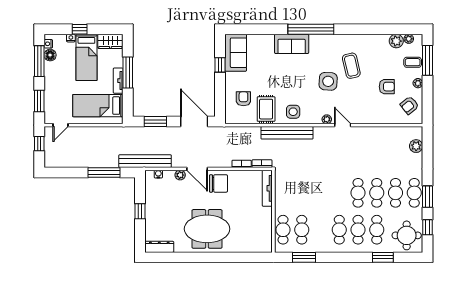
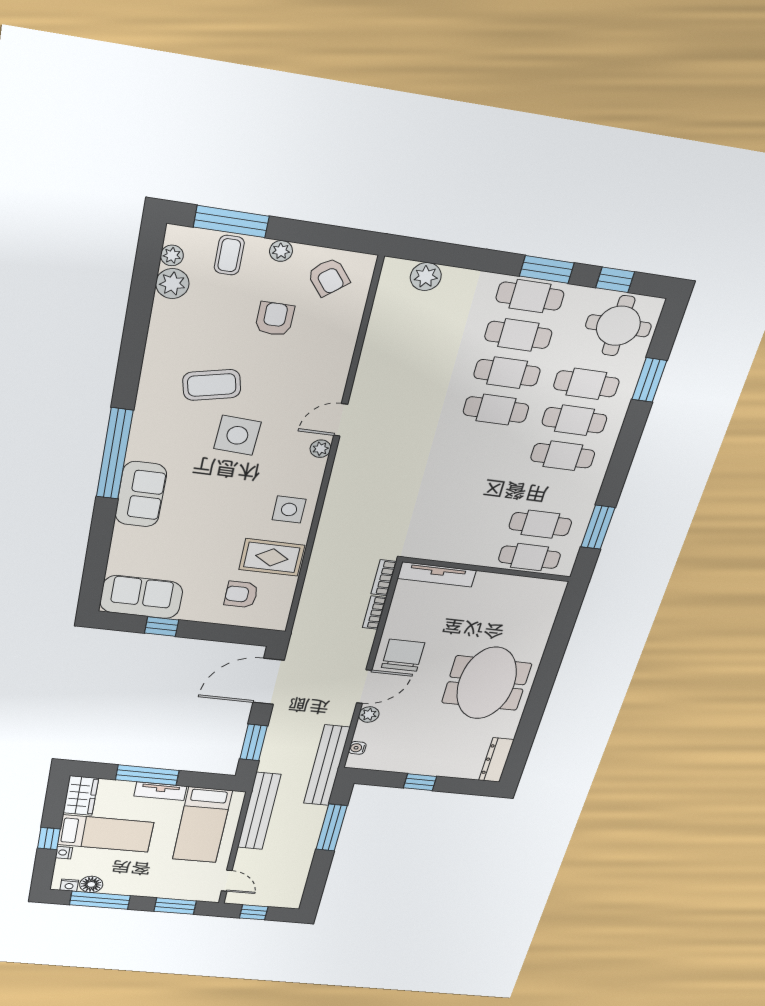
bench: (287, 133) -> (259, 811), moved

